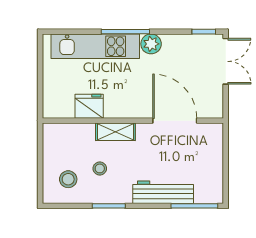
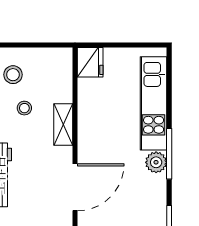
window: (125, 32) -> (169, 154), moved
fridge: (89, 106) -> (90, 62), moved

